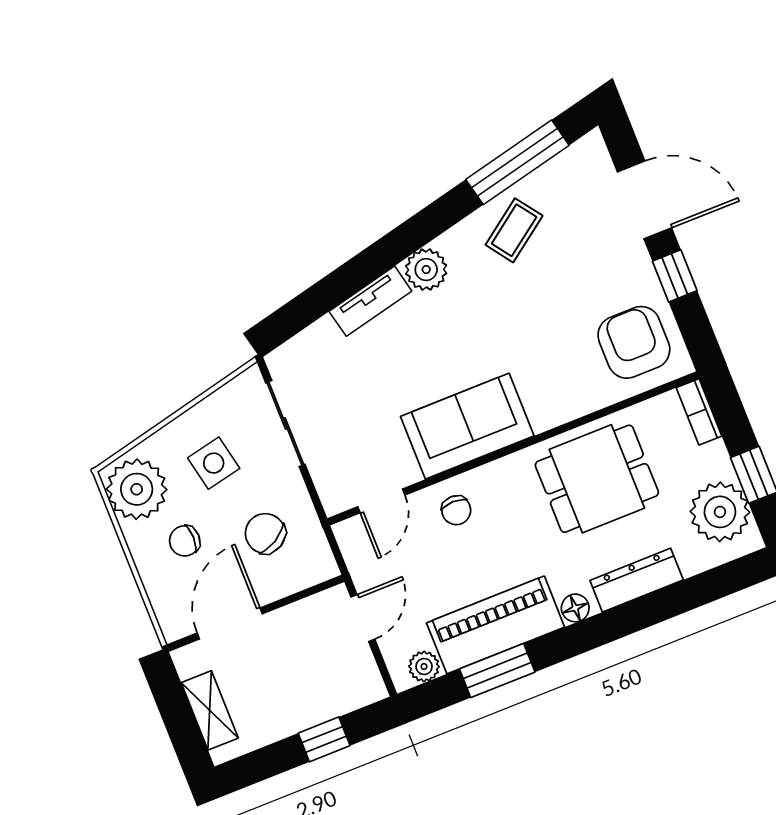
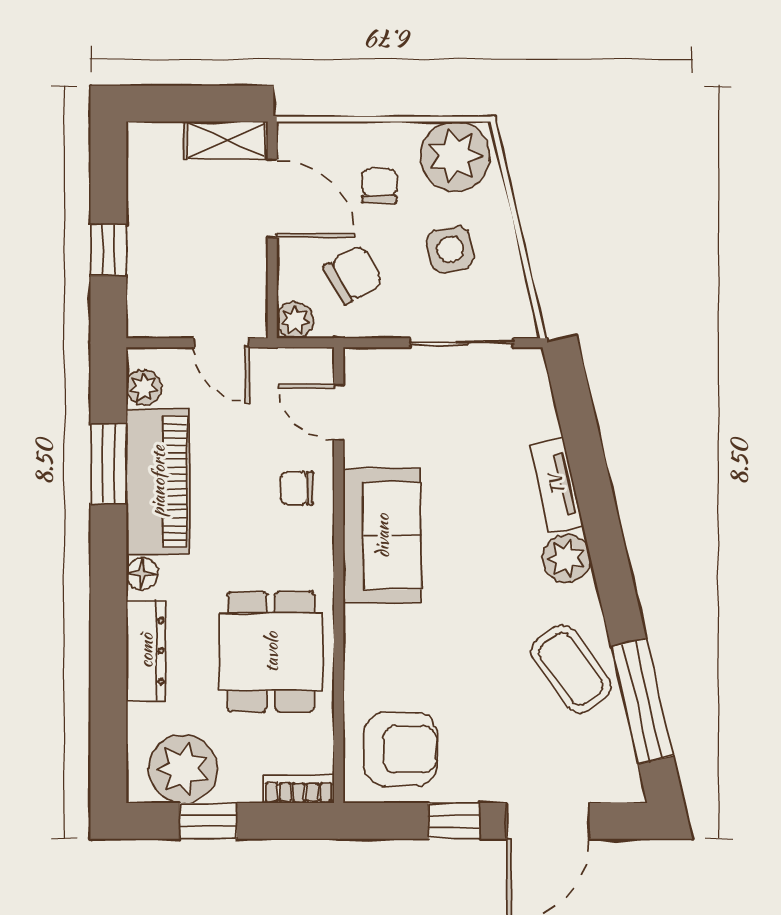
coffee table: (514, 230) -> (571, 669), width x1.36, depth x1.30
plant: (321, 566) -> (295, 320), added
shelving: (210, 710) -> (226, 140), moved

